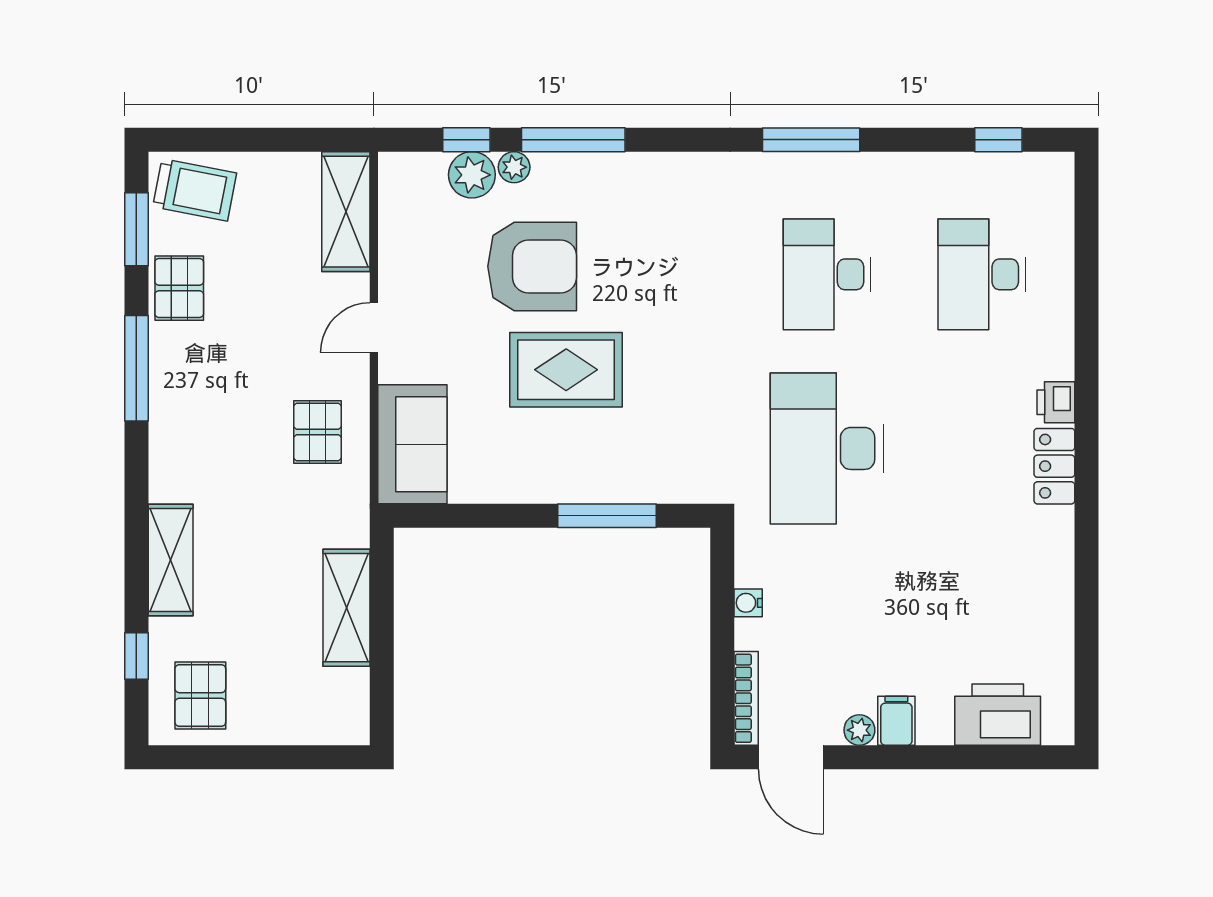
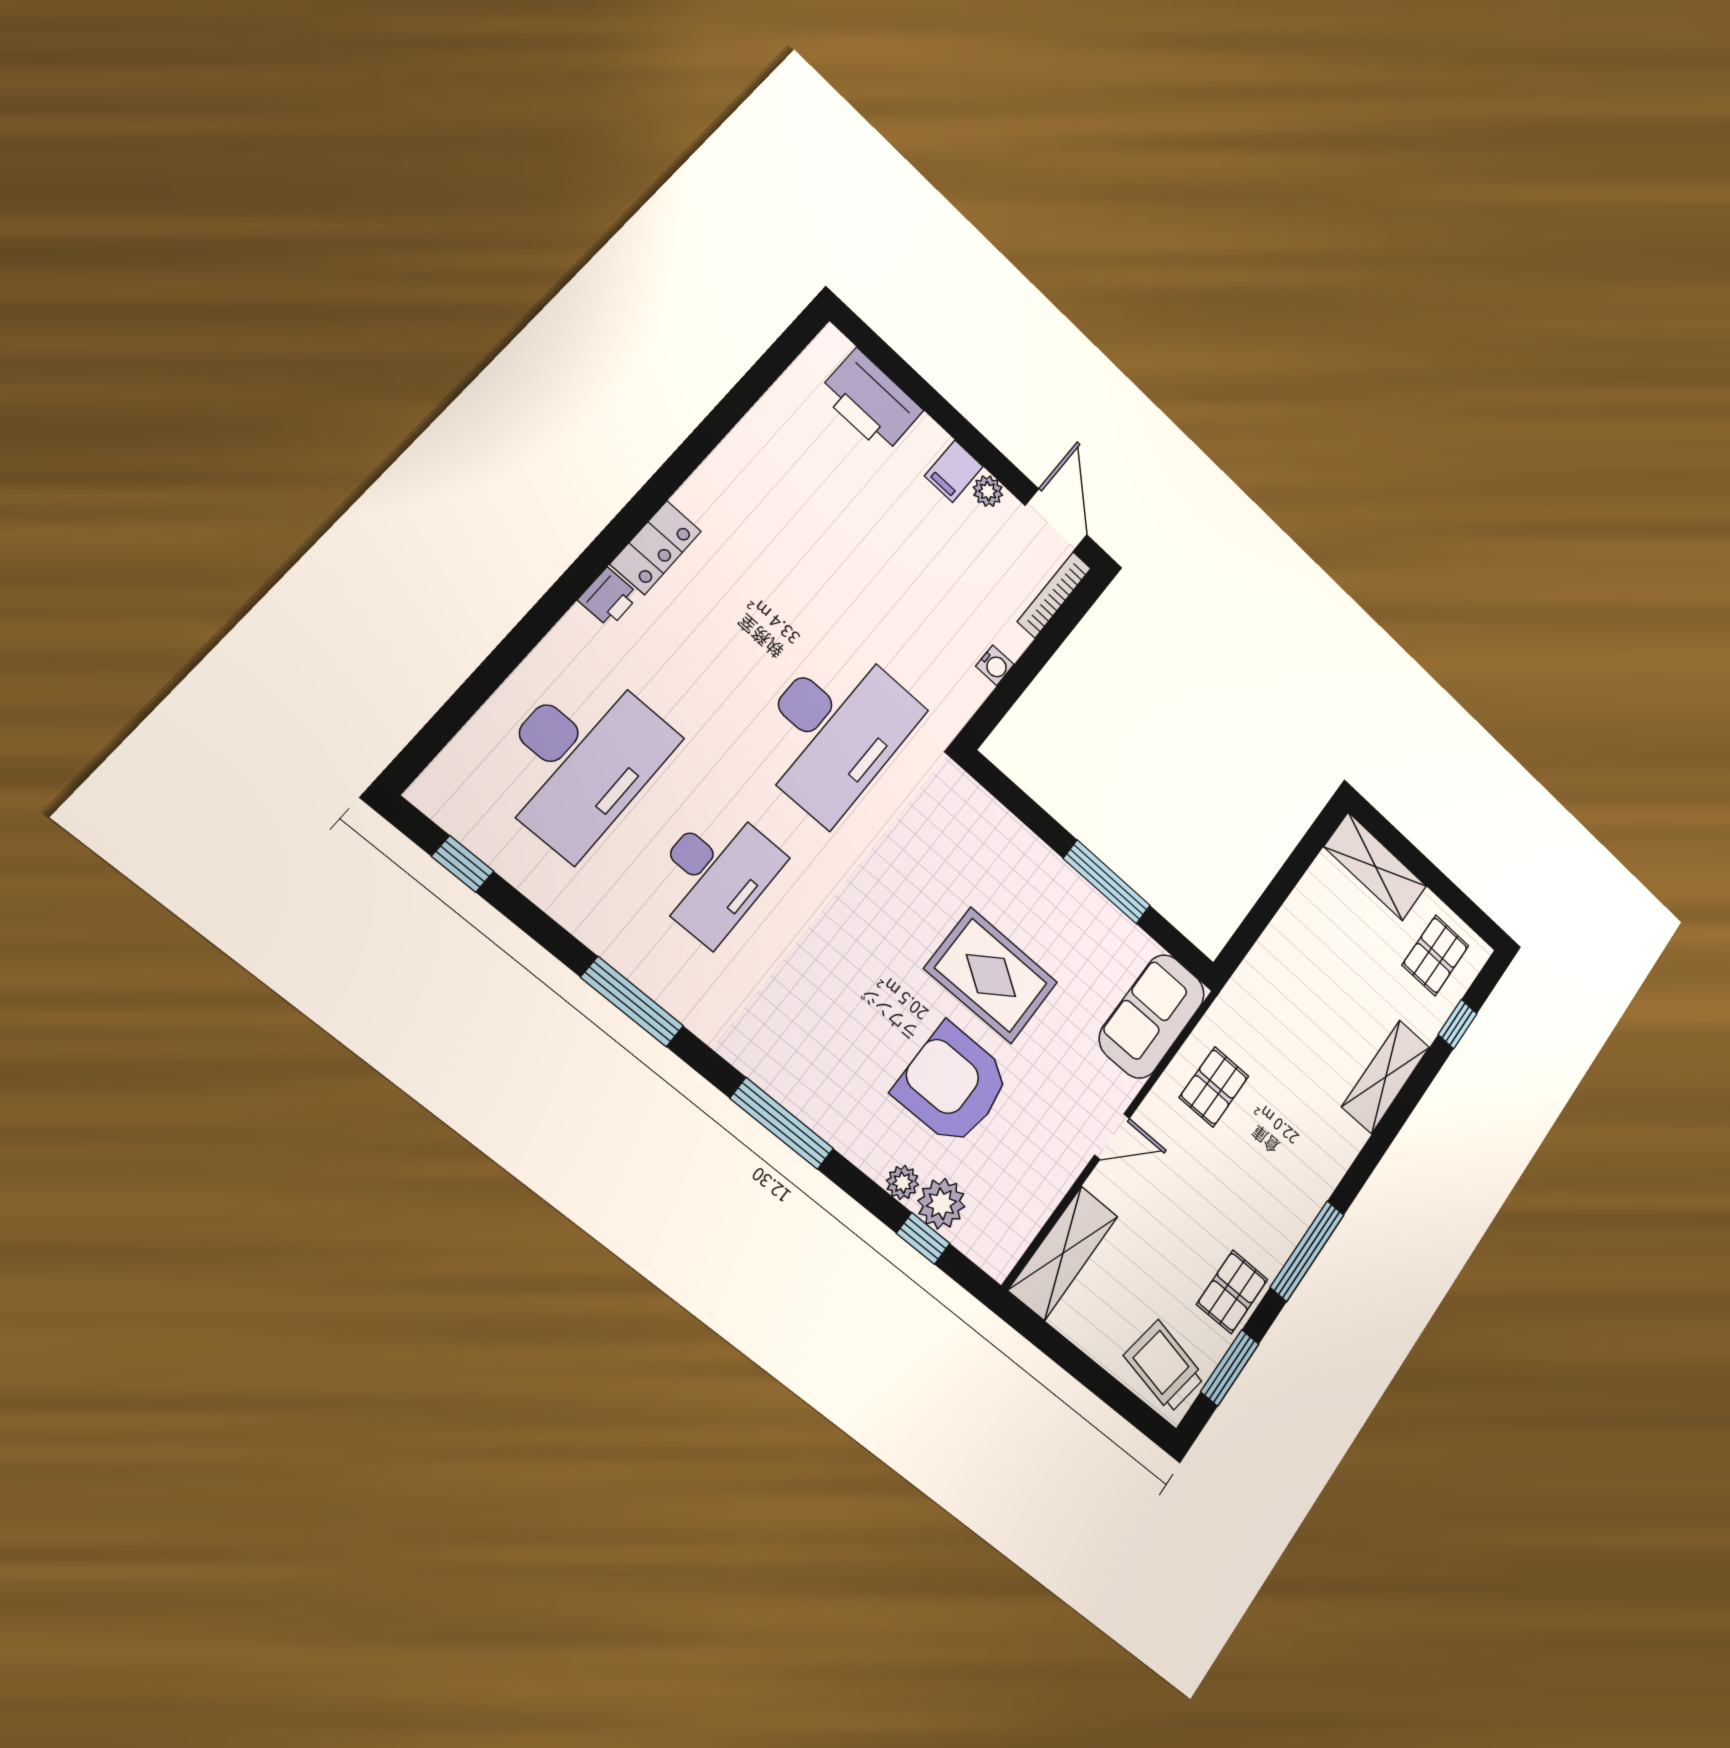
window: (573, 140) -> (782, 1124), moved
desk: (982, 274) -> (580, 760), width x1.36, depth x1.30
window: (607, 516) -> (1107, 882), moved
shelving: (346, 608) -> (1375, 867), moved, turned 90

